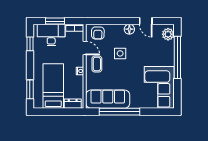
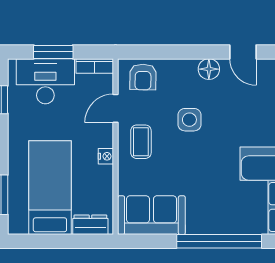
door: (85, 48) -> (116, 108), swing flipped
sofa: (108, 99) -> (151, 215), width x0.73
window: (119, 112) -> (219, 241), moved

